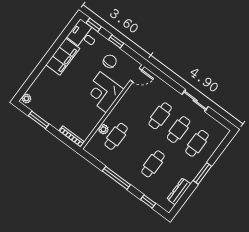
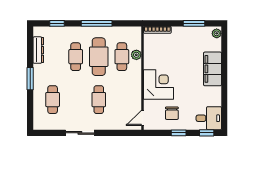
filing cabinet: (63, 57) -> (213, 69), moved
cafe table: (179, 130) -> (99, 57), moved, width x1.37, depth x1.35

